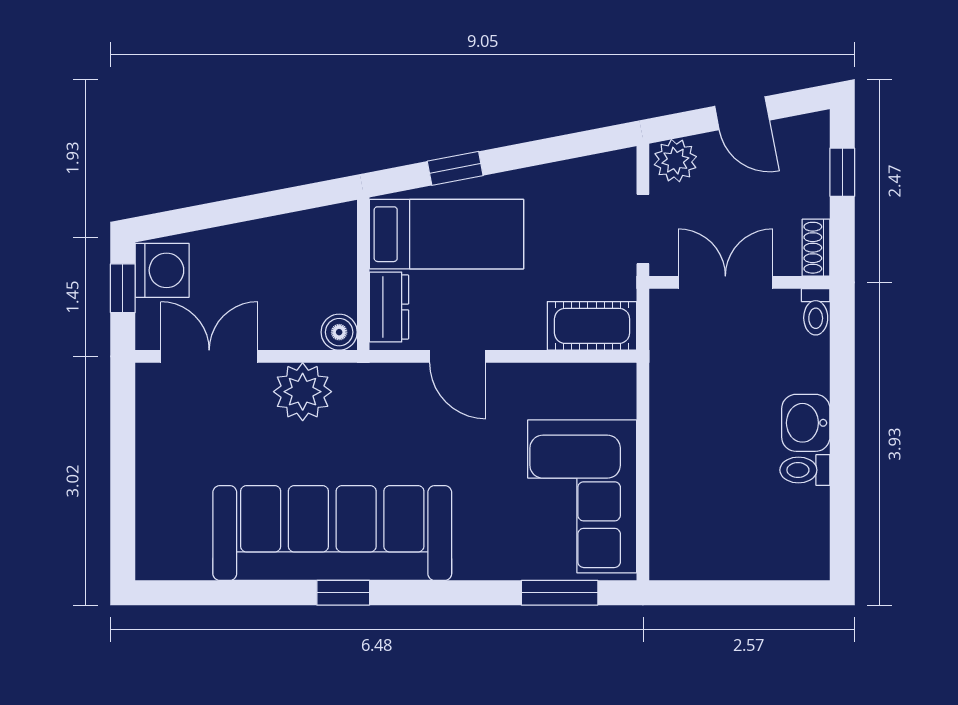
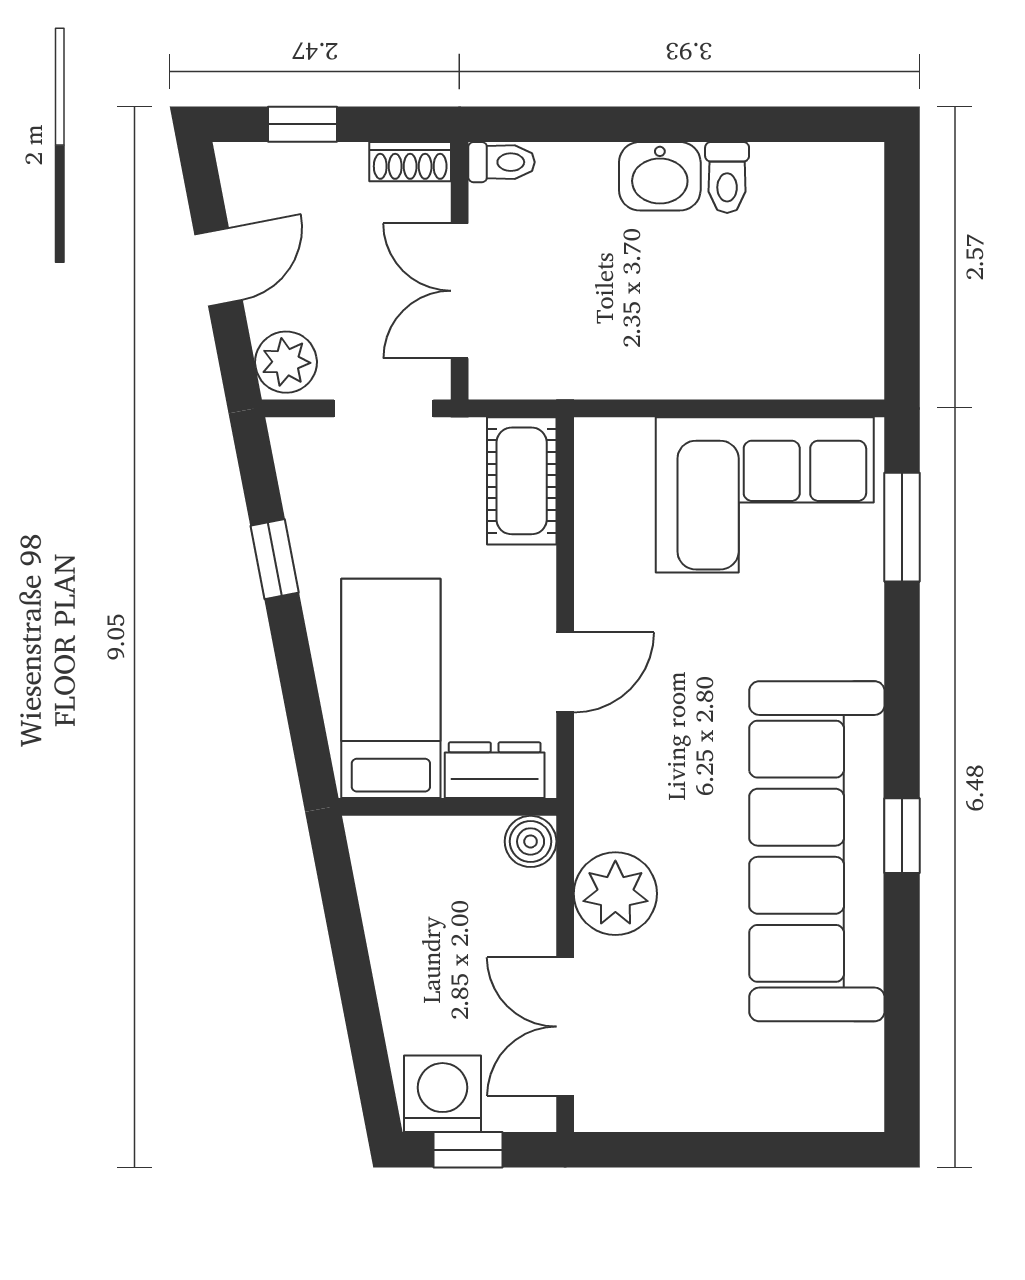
window: (455, 168) -> (275, 559), moved

